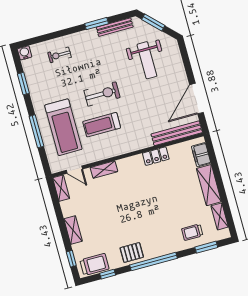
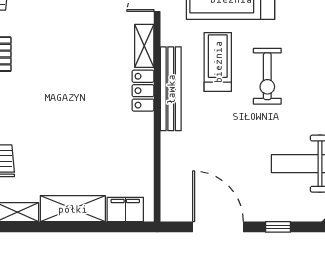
window: (187, 64) -> (278, 227), added
bench: (177, 133) -> (171, 89), moved
locker: (156, 156) -> (143, 91), moved

